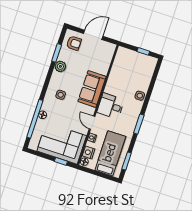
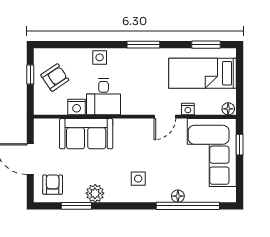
armchair: (137, 65) -> (55, 78), added
sofa: (92, 89) -> (86, 134), moved
desk: (111, 106) -> (104, 97), moved
nightstand: (89, 152) -> (77, 107), moved

